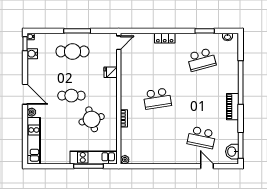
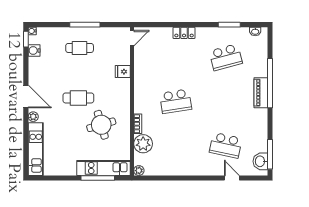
cafe table: (72, 51) -> (80, 48), width x0.73, depth x0.74
piano: (232, 107) -> (261, 93), moved
plant: (129, 136) -> (143, 144), added

